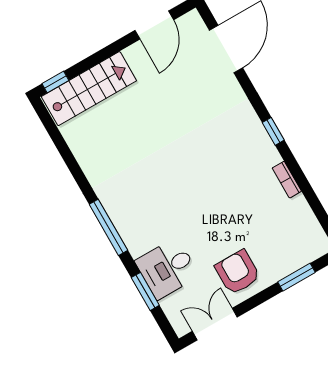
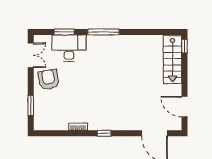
desk: (167, 268) -> (69, 48), width x1.37
armchair: (238, 272) -> (49, 80), turned -100

